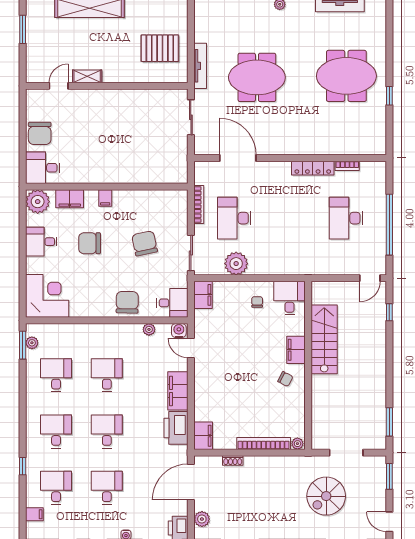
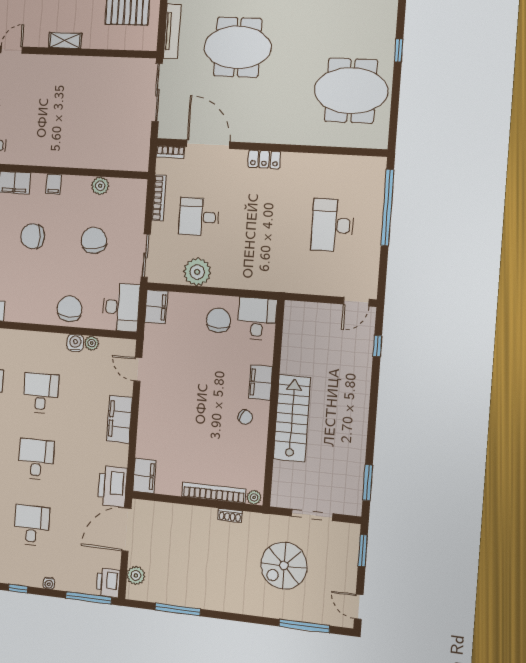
shelving: (87, 76) -> (65, 40), moved
meeting table: (346, 76) -> (351, 91), moved
window: (389, 96) -> (399, 51), moved
sliding door: (191, 117) -> (157, 93), width x1.37
bookcase: (347, 166) -> (170, 152), moved
locker: (313, 168) -> (264, 159), moved, width x0.66
plant: (147, 197) -> (100, 186), added
desk: (234, 218) -> (199, 217), width x0.73
window: (389, 225) -> (387, 208), moved
chair: (257, 302) -> (218, 320), width x1.87, depth x1.87
desk: (172, 303) -> (121, 307), width x1.37
water cooler: (179, 330) -> (75, 343), moved
stairs: (324, 339) -> (292, 418), moved
printer: (176, 428) -> (112, 486), moved
shoe rack: (233, 460) -> (230, 515), moved

